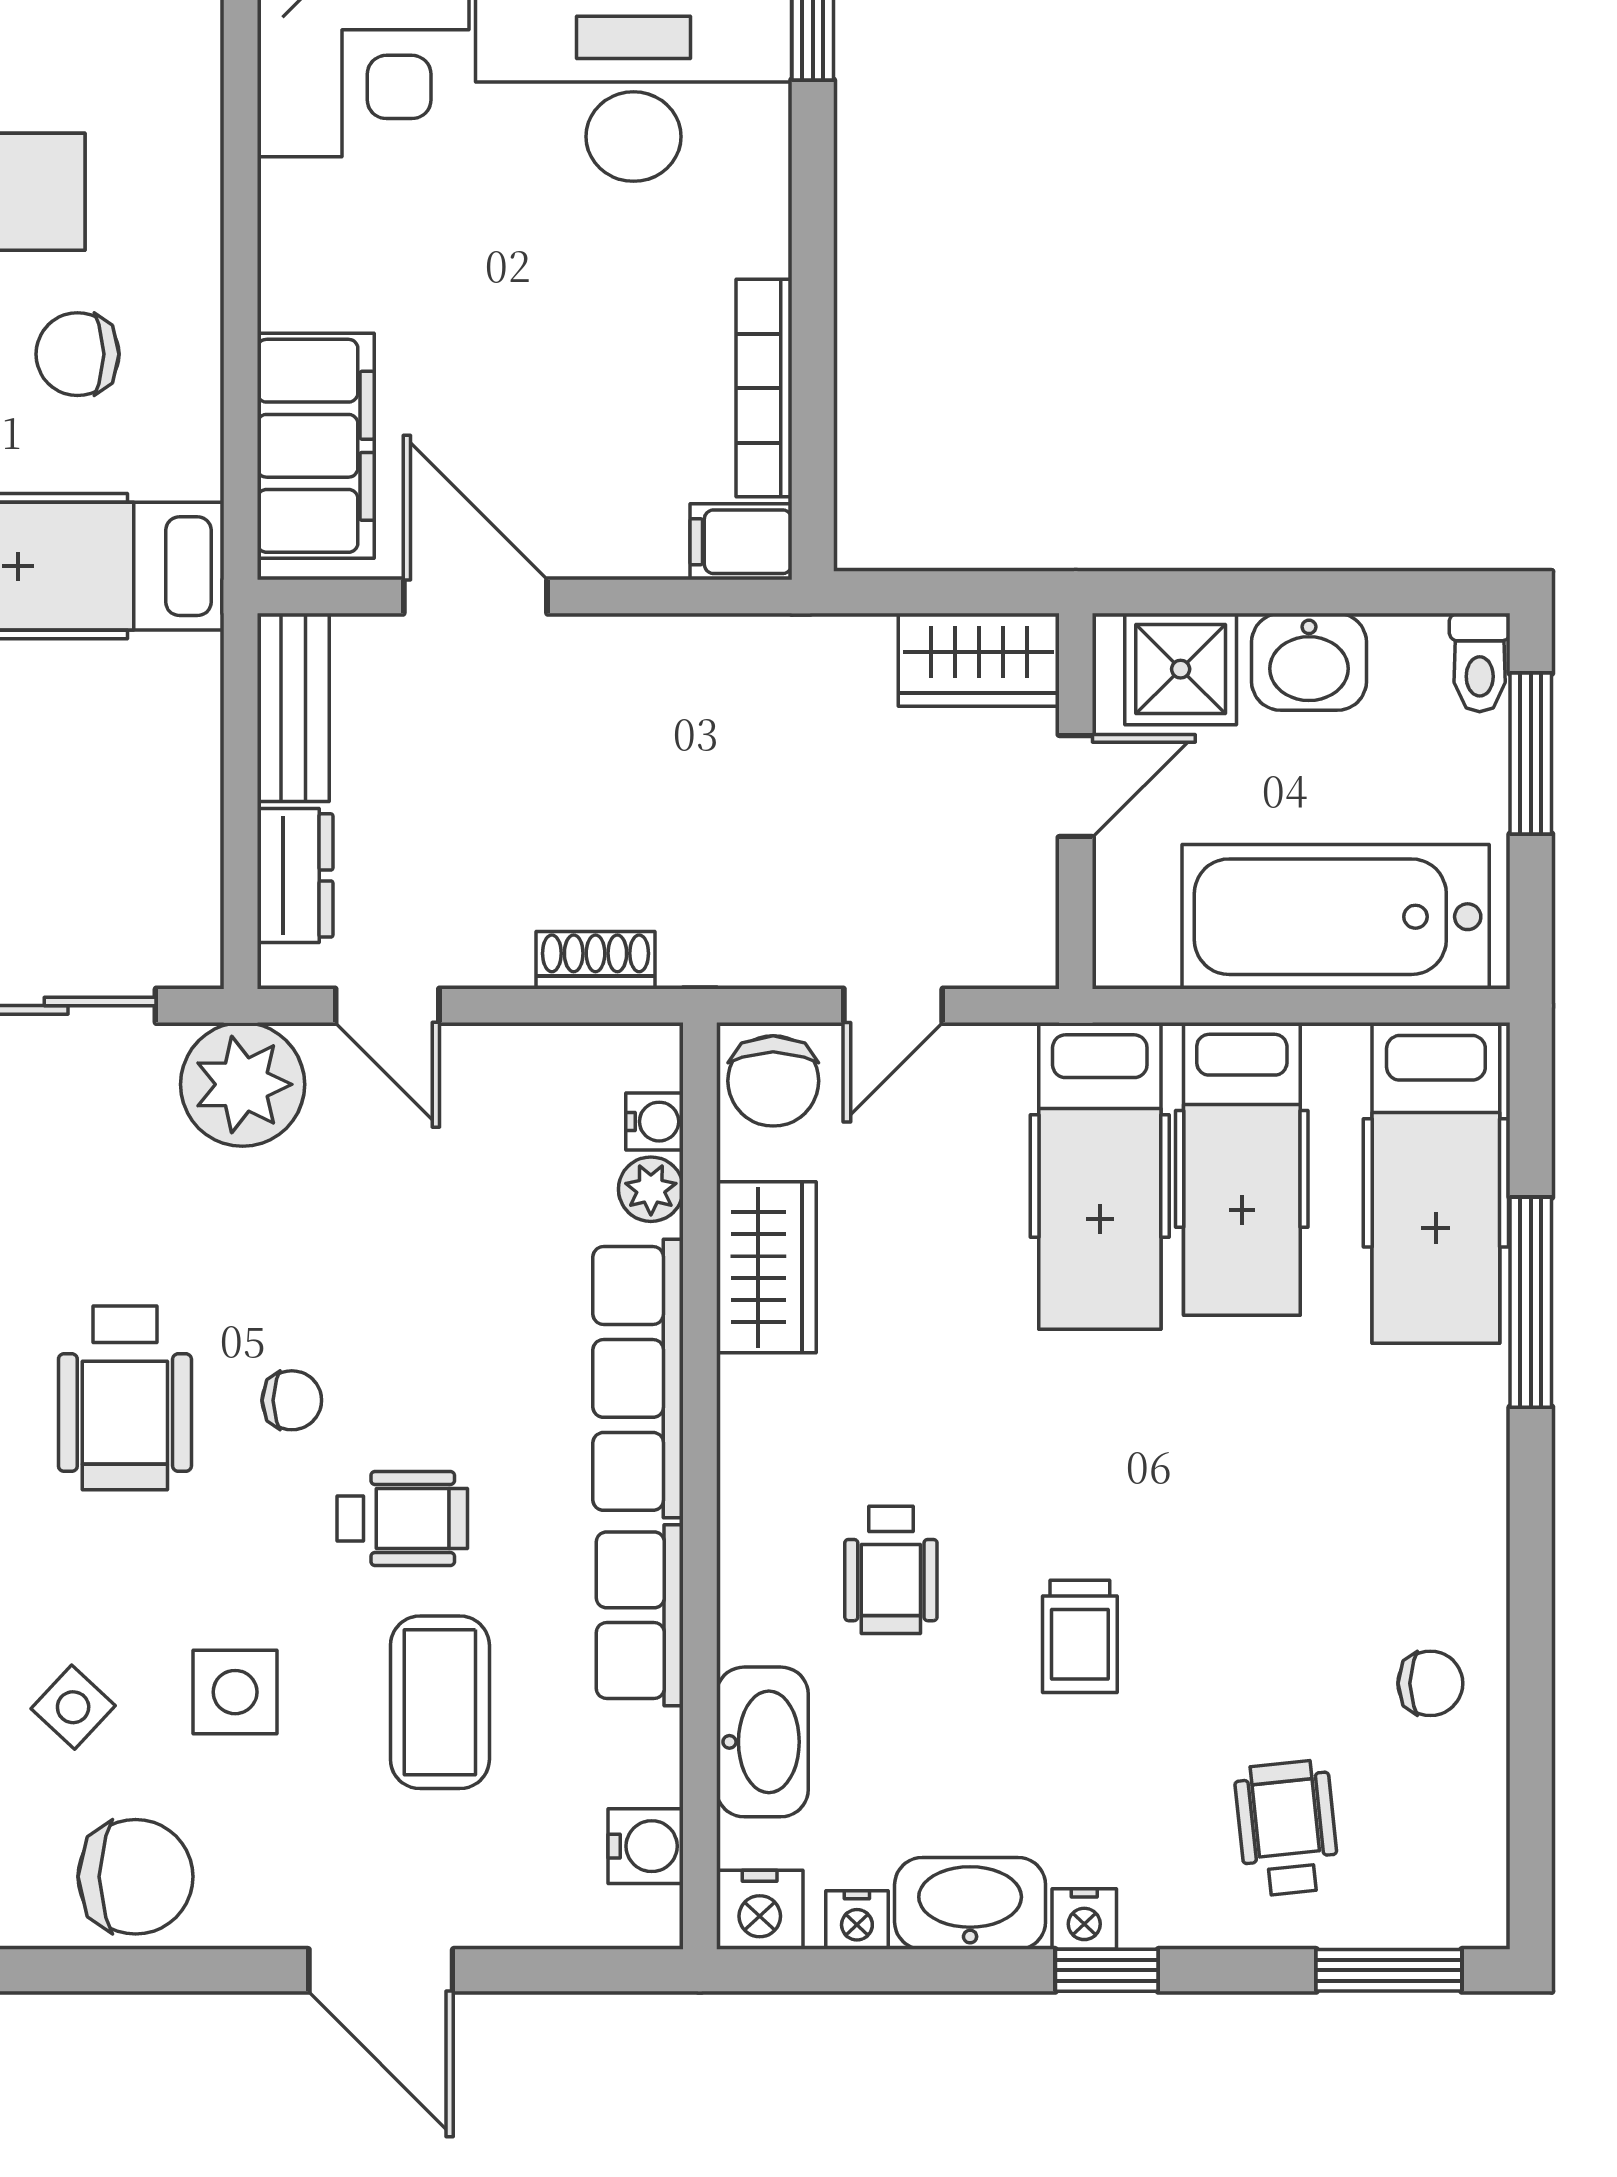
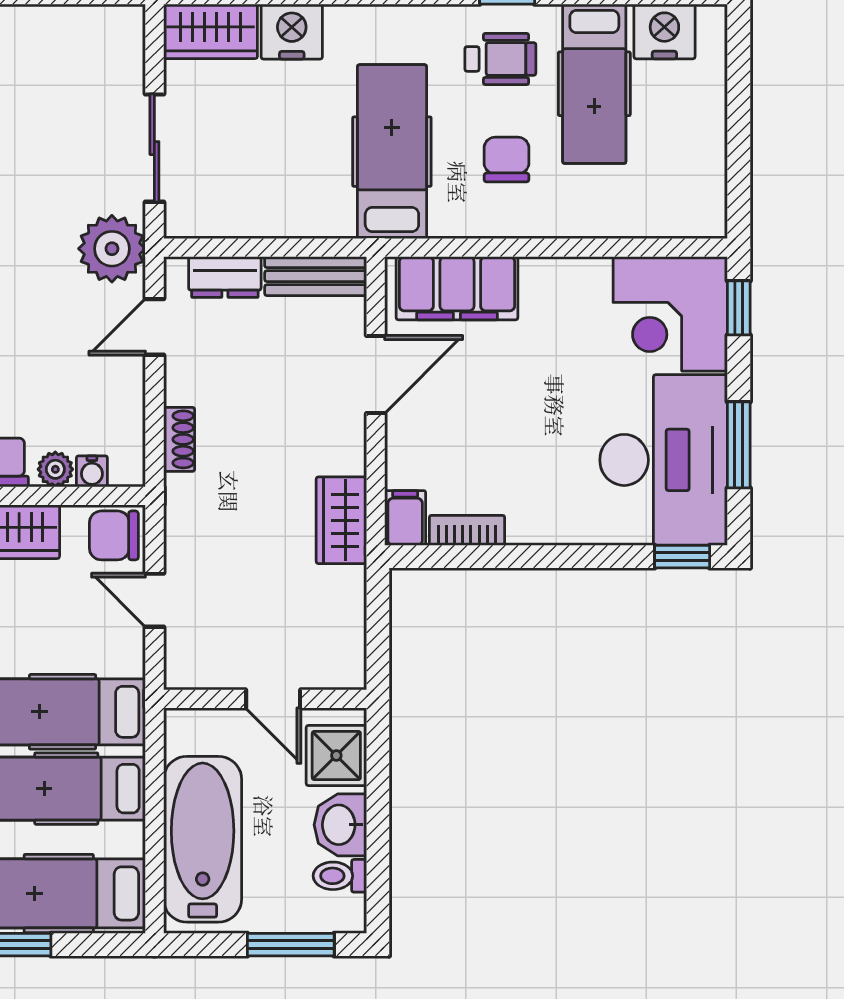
bookcase: (764, 388) -> (467, 530), width x0.64
wardrobe: (979, 660) -> (341, 520), moved
toilet: (1480, 663) -> (340, 876), moved

